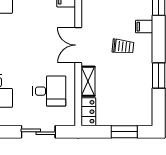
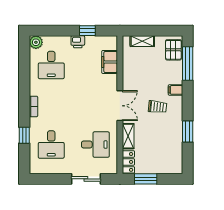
double door: (78, 45) -> (120, 106), swing flipped
window: (124, 132) -> (146, 179), moved

